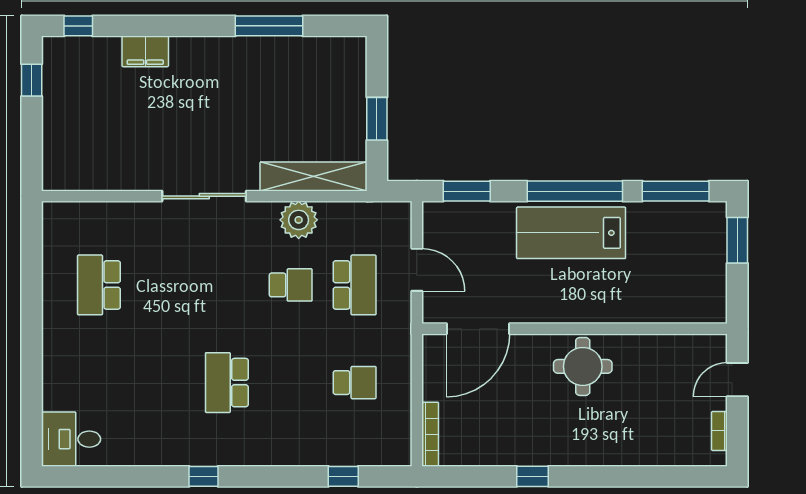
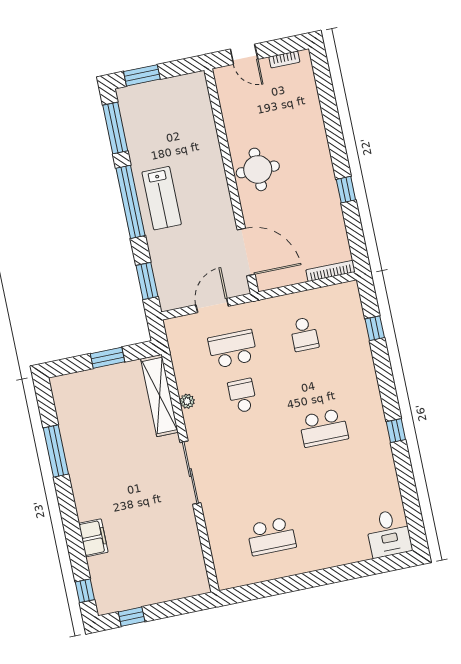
plant: (299, 220) -> (187, 401), width x0.53, depth x0.53
lab bench: (571, 233) -> (162, 198), width x0.73, depth x0.72
school desk: (355, 383) -> (304, 334), turned 180

